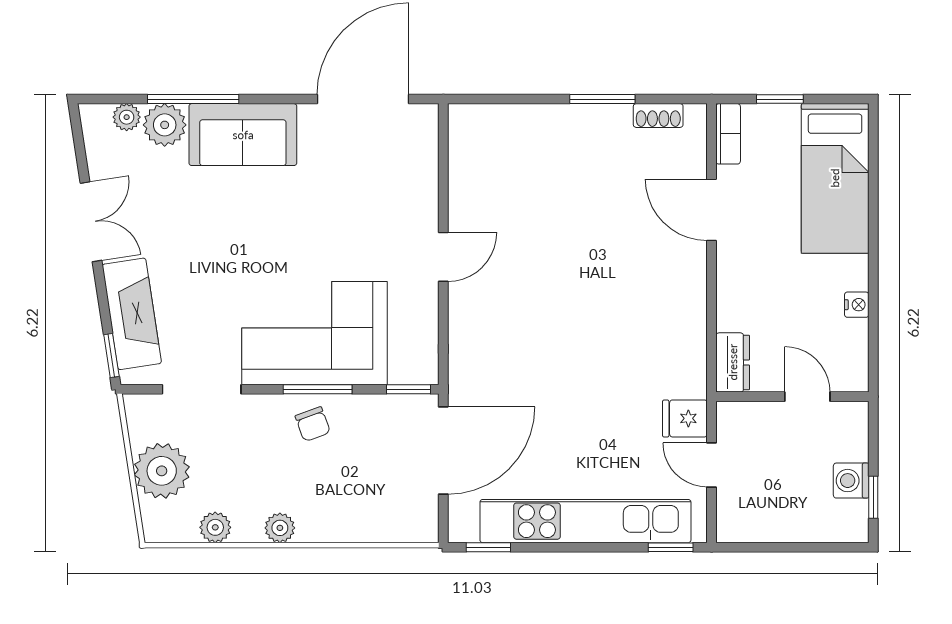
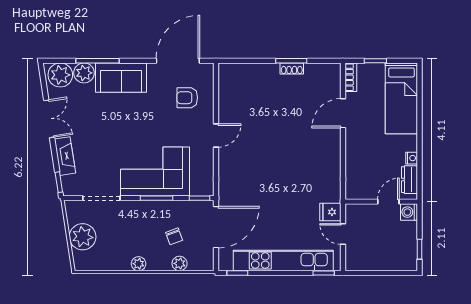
shoe rack: (658, 115) -> (292, 69), moved
plant: (127, 117) -> (60, 75), width x1.87, depth x1.87
armchair: (383, 177) -> (187, 98), added
door: (712, 210) -> (343, 113), hinge flipped
fireplace: (132, 314) -> (65, 156), width x0.73, depth x0.76
dresser: (733, 362) -> (409, 180), moved, turned 180
door: (807, 397) -> (388, 202), hinge flipped
chair: (313, 424) -> (174, 236), moved
washing machine: (851, 481) -> (409, 212), moved
plant: (215, 527) -> (180, 263), moved

